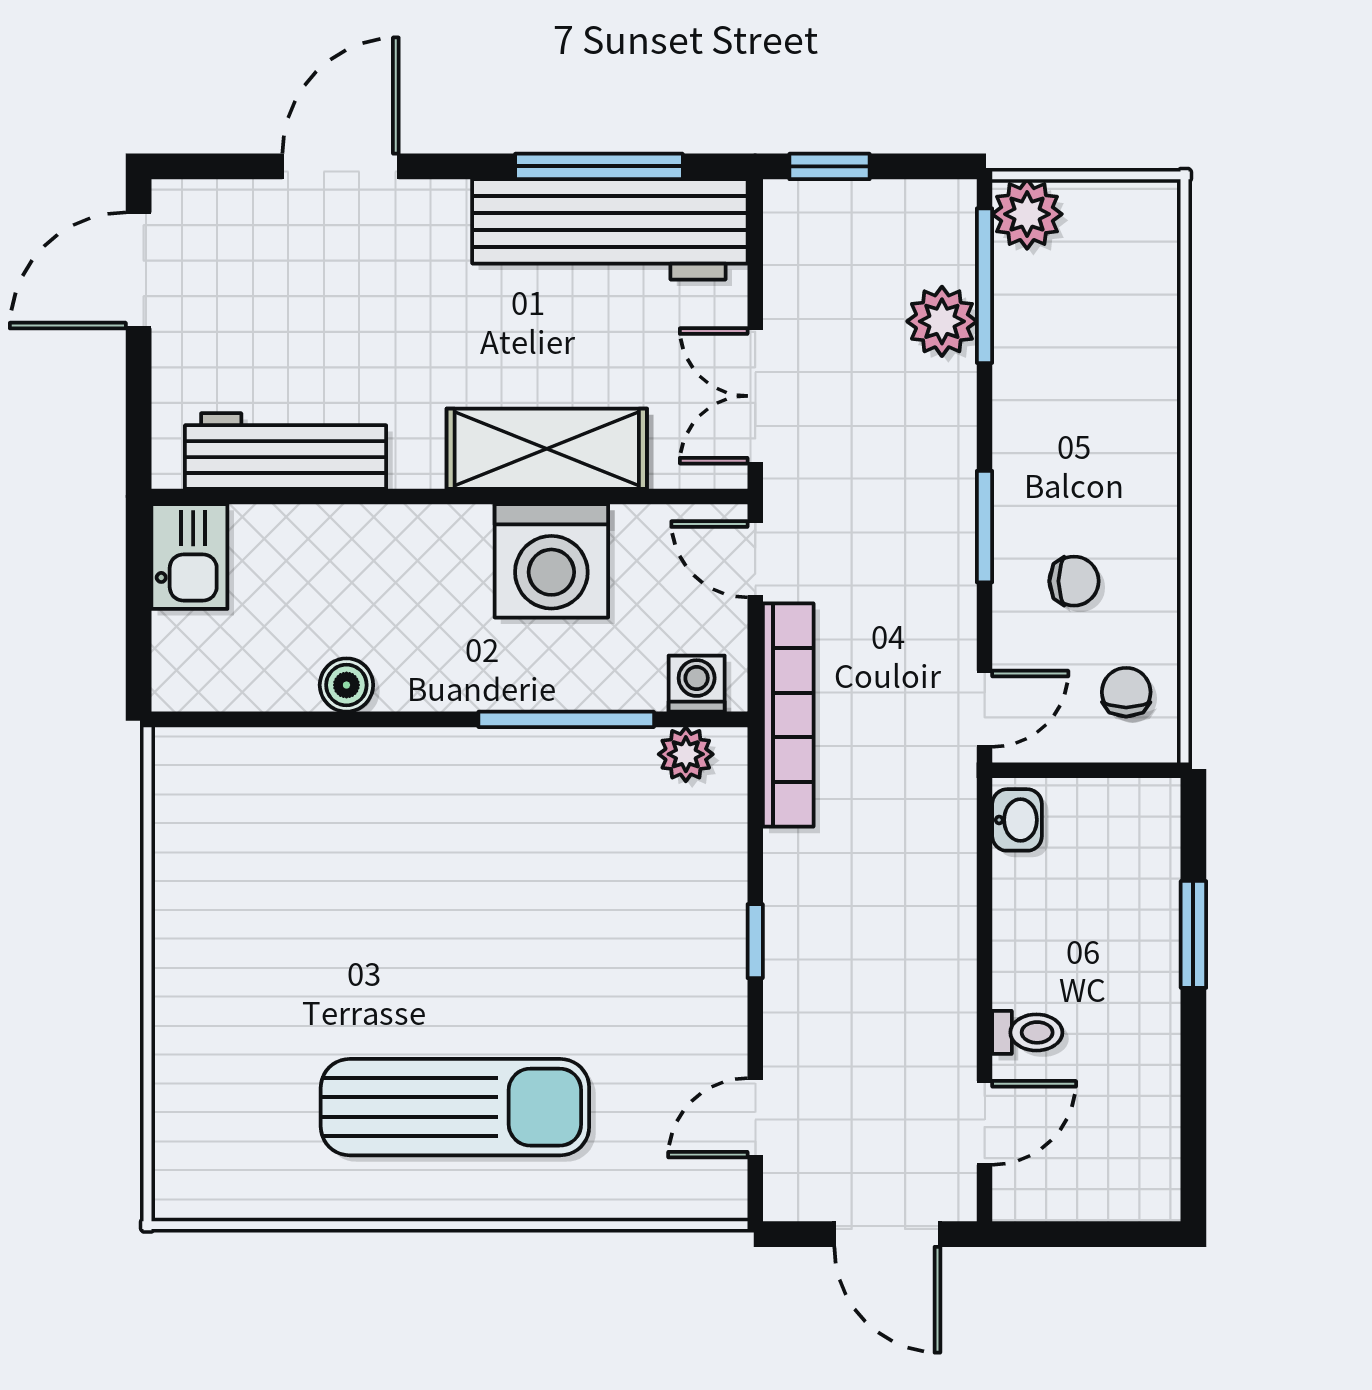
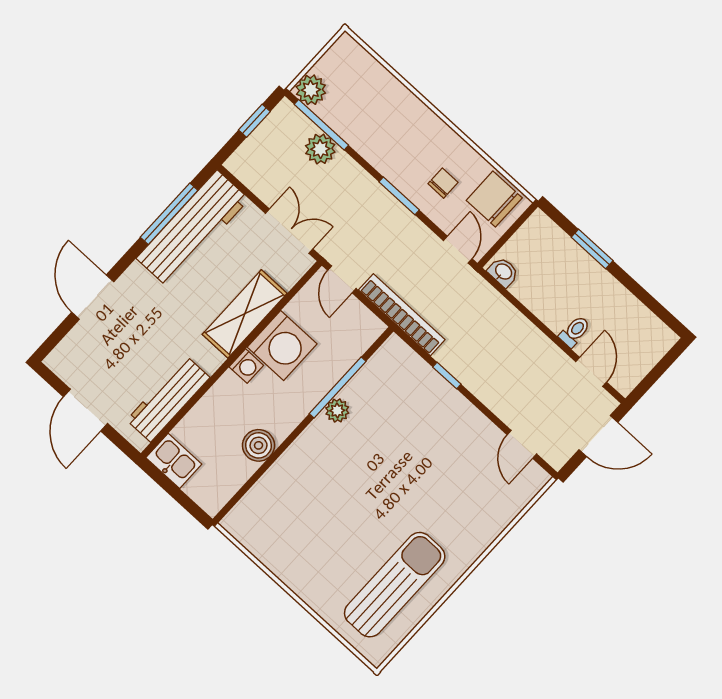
window: (829, 166) -> (254, 121), moved
door: (139, 270) -> (86, 410), moved
double door: (755, 396) -> (289, 231), swing flipped
door: (755, 559) -> (342, 279), hinge flipped
washing machine: (697, 684) -> (246, 366), moved, turned 180
boiler: (346, 685) -> (259, 445), width x1.36, depth x1.36
chair: (1126, 692) -> (494, 199), width x1.87, depth x1.87
plant: (686, 754) -> (337, 411), moved
window: (755, 941) -> (447, 376), moved
sun lounger: (455, 1107) -> (395, 585), moved

